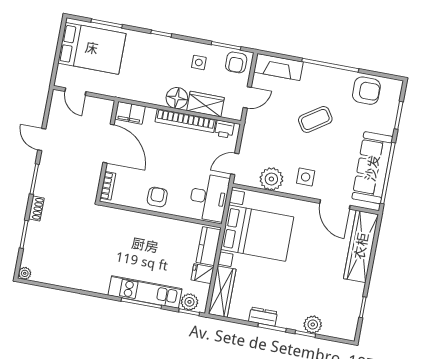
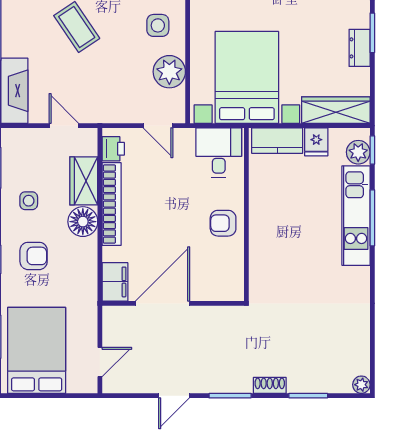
armchair: (236, 62) -> (34, 256), moved
bookcase: (108, 186) -> (220, 293), removed
desk: (209, 197) -> (219, 152), width x0.73

